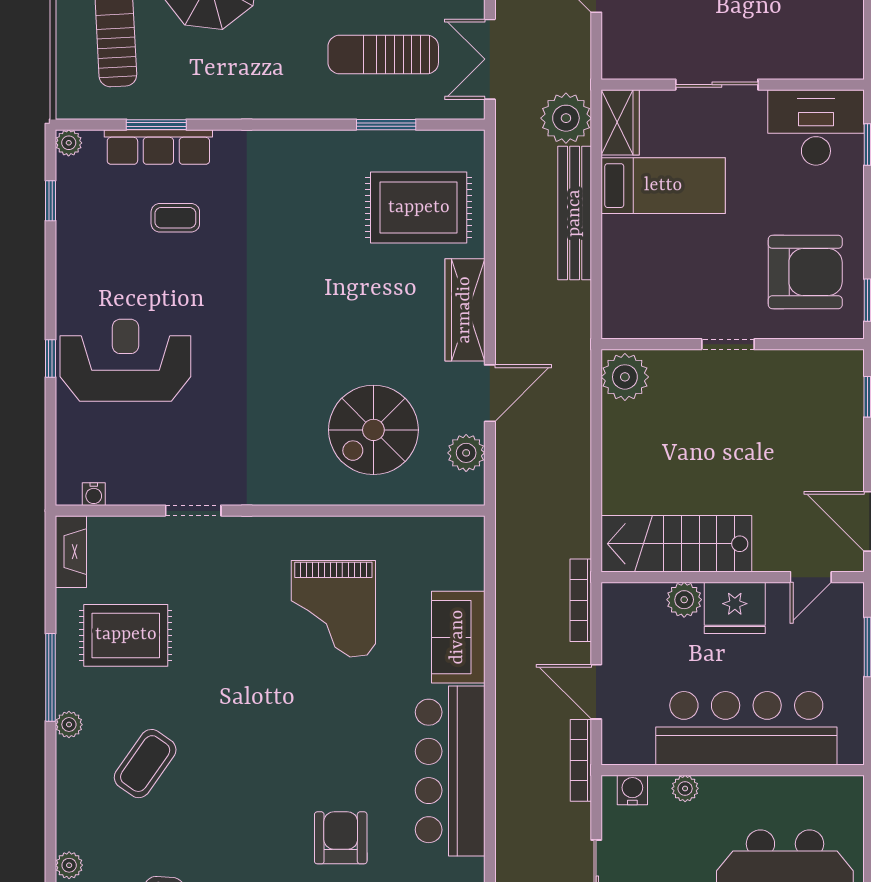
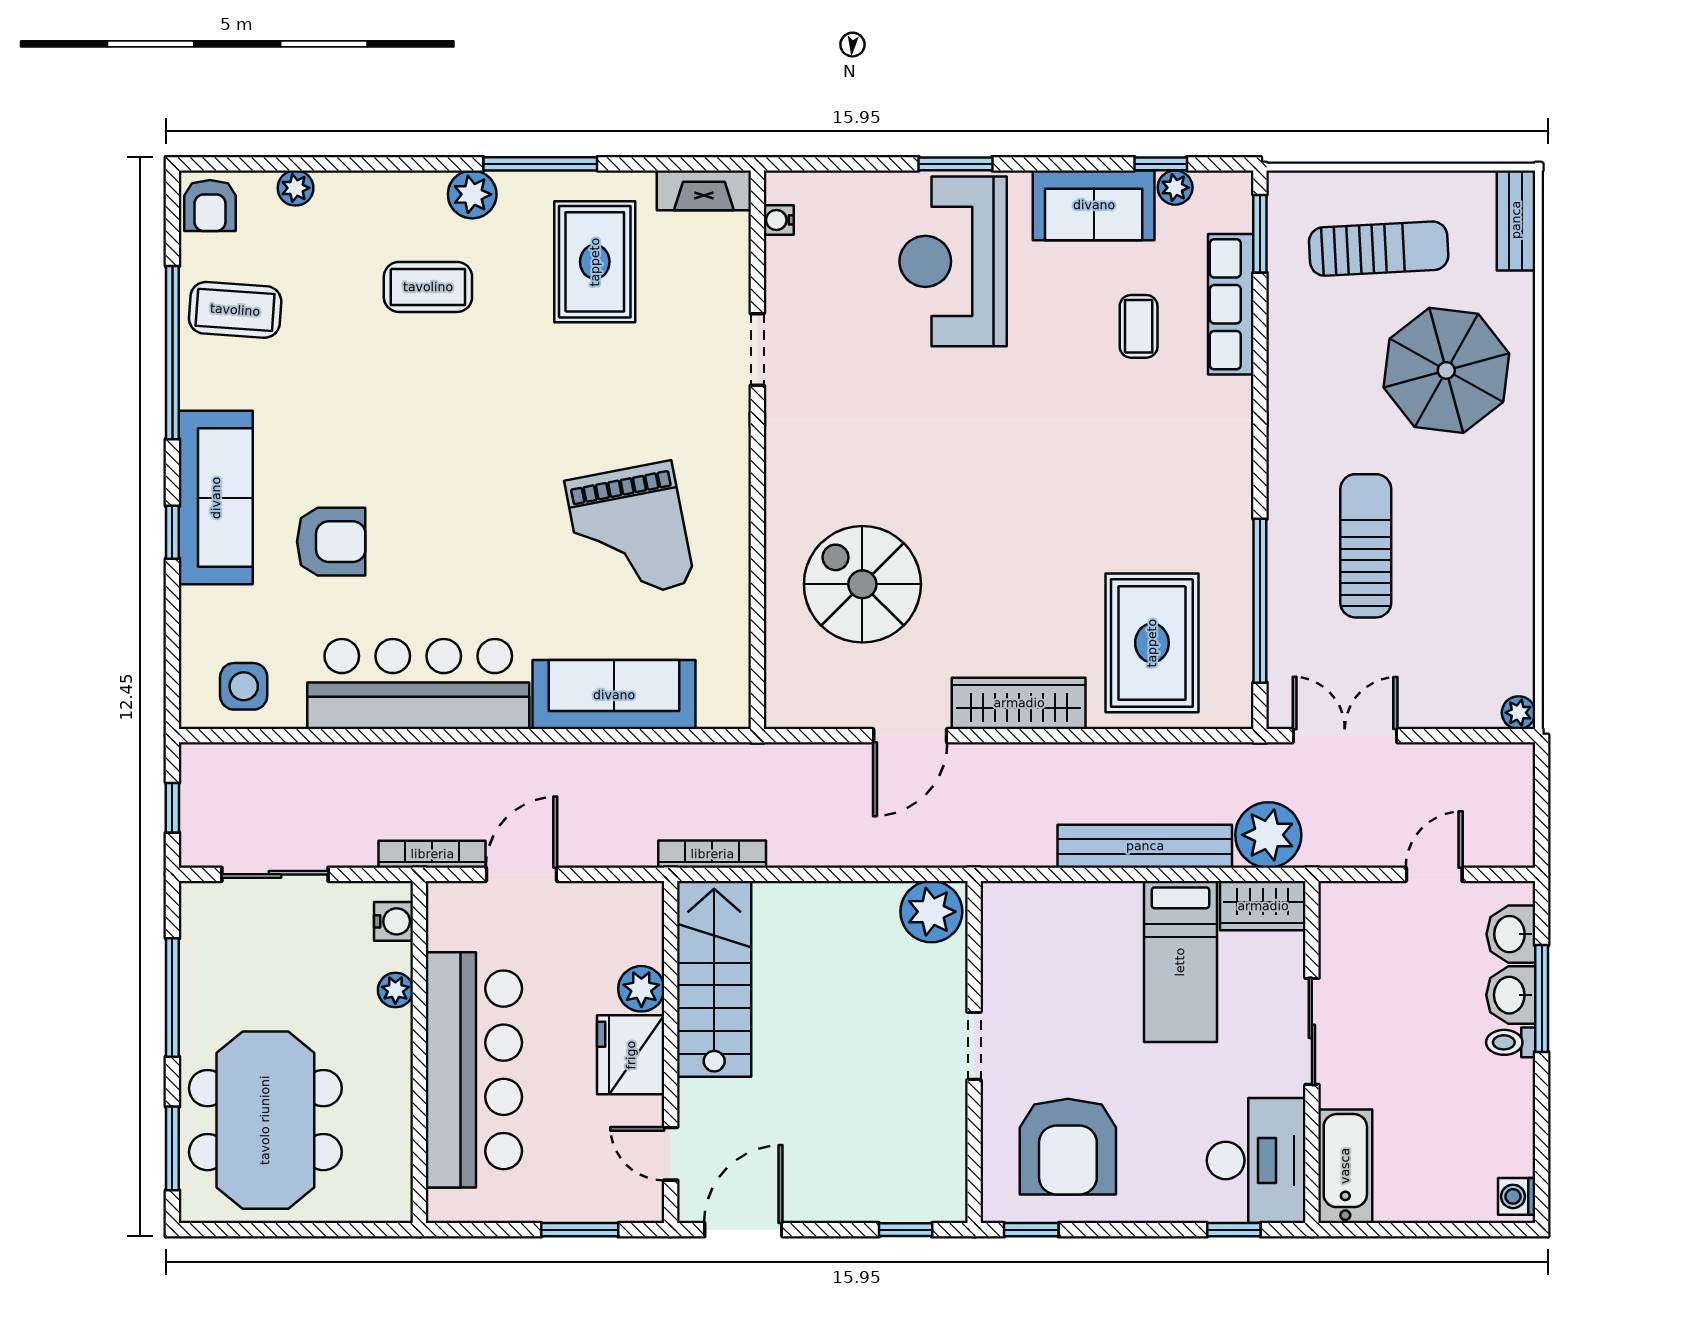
sun lounger: (383, 54) -> (1366, 546), moved
bathtub: (820, 59) -> (1345, 1166), added
window: (156, 125) -> (1260, 234), moved
window: (386, 125) -> (1260, 601), width x2.11
plant: (69, 143) -> (1175, 188), moved
sofa: (82, 252) -> (1094, 205), added
window: (51, 358) -> (955, 164), width x1.50
reception desk: (125, 360) -> (953, 261), turned 180
door: (490, 393) -> (910, 736), hinge flipped
plant: (466, 453) -> (832, 705), removed
bookcase: (581, 600) -> (712, 854), moved
grand piano: (333, 609) -> (630, 532), turned -101
sofa: (458, 637) -> (614, 695), width x1.36
plant: (69, 725) -> (472, 194), width x1.38, depth x1.38
coffee table: (145, 764) -> (428, 287), turned -35

